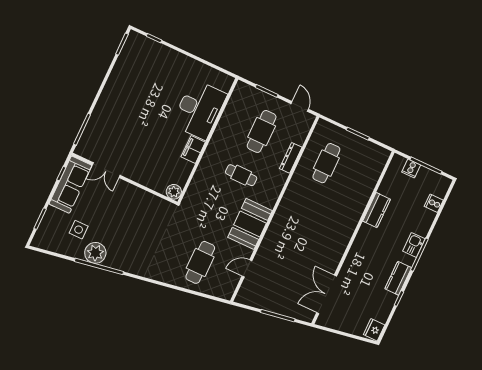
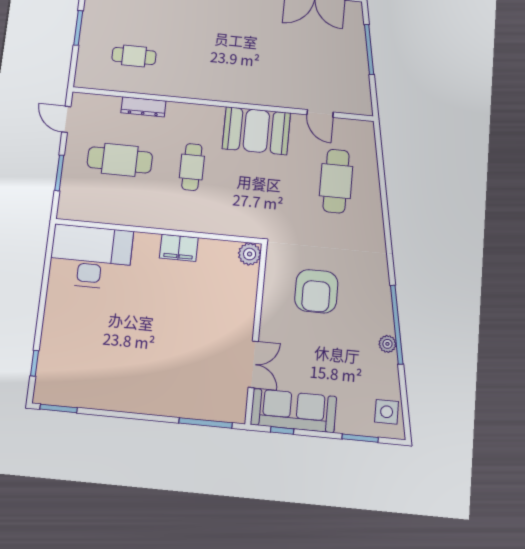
door: (300, 106) -> (66, 119), hinge flipped
desk: (199, 109) -> (91, 257), moved
cafe table: (326, 163) -> (134, 56), width x0.73, depth x0.74
armchair: (136, 225) -> (316, 291), added
side table: (79, 230) -> (387, 412), moved
plant: (95, 253) -> (387, 344), width x0.53, depth x0.53
cafe table: (200, 262) -> (336, 181), turned 90

